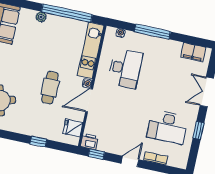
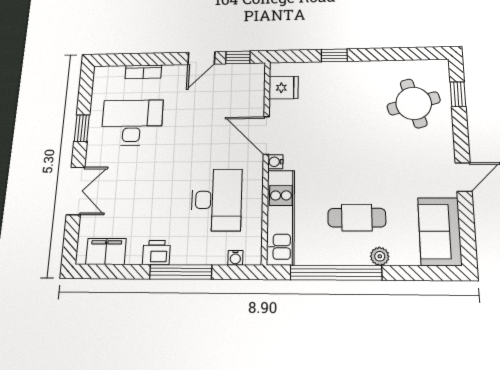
desk: (125, 68) -> (216, 200), turned 180
cafe table: (50, 88) -> (357, 218), moved, turned 90
door: (89, 100) -> (266, 135), swing flipped
printer: (89, 141) -> (156, 253), moved, turned 180
door: (130, 161) -> (201, 58), moved

